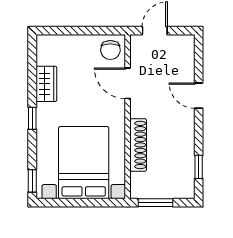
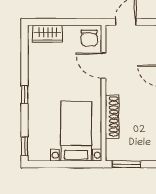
wardrobe: (46, 84) -> (48, 34), moved, turned 90
bed with nightstands: (84, 163) -> (76, 131), width x0.73

